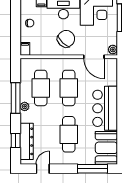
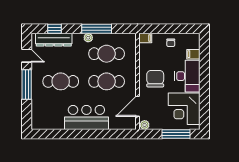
chair: (66, 39) -> (155, 79), turned -134
booth: (106, 148) -> (47, 119), removed
window: (92, 169) -> (27, 85), moved

